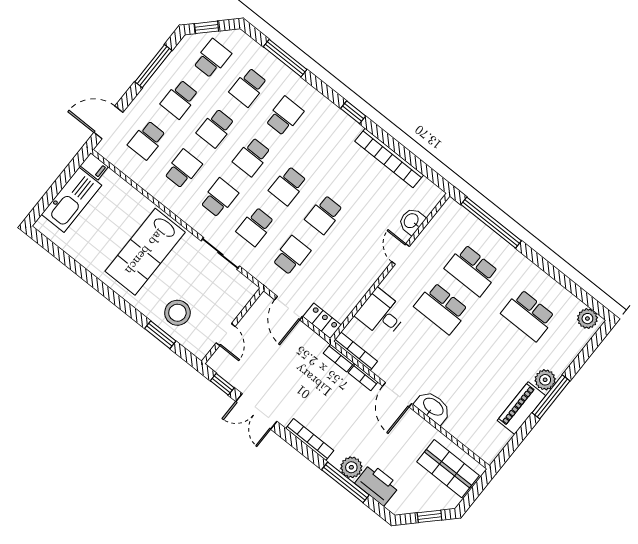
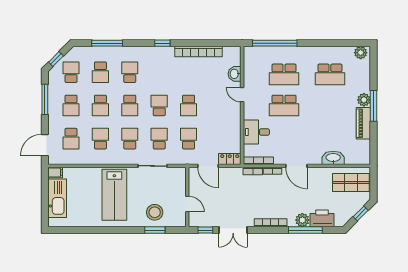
school desk: (288, 186) -> (159, 105), turned 180
school desk: (255, 227) -> (159, 139), turned 180
washbasin: (433, 407) -> (333, 158), moved

